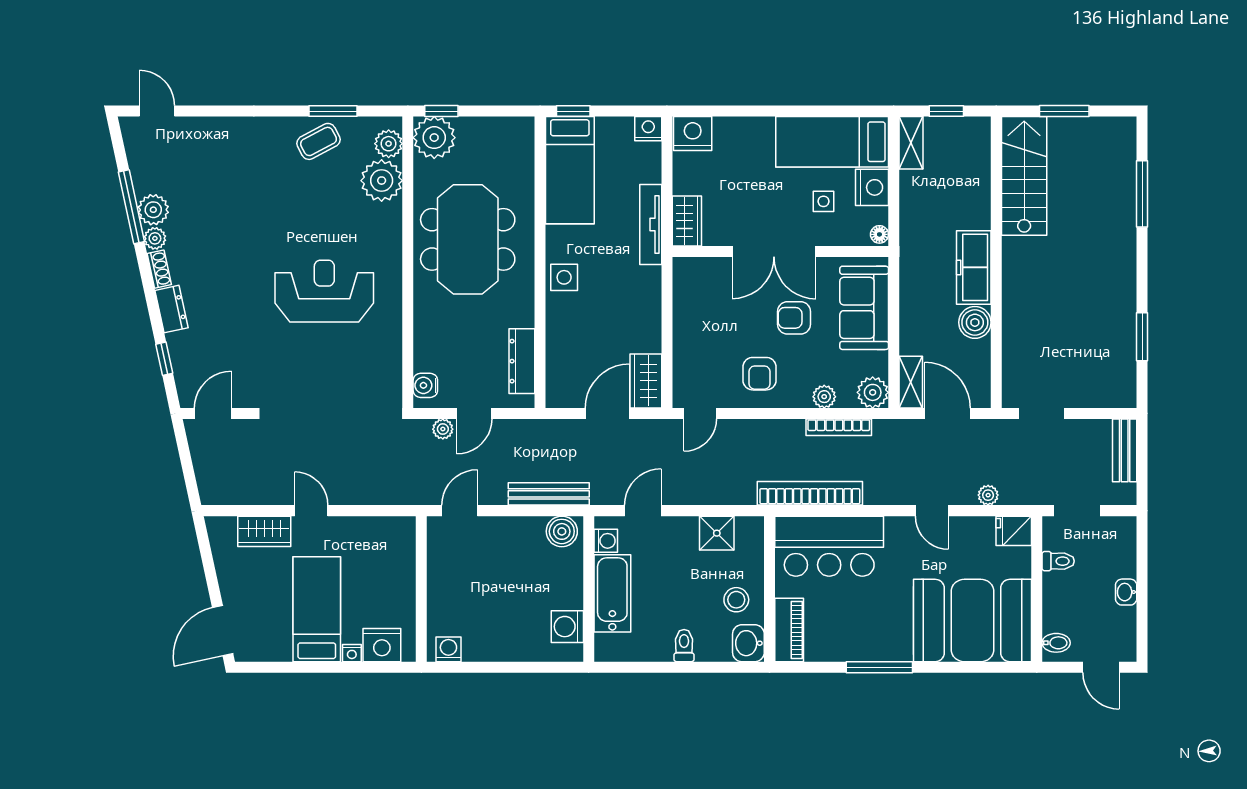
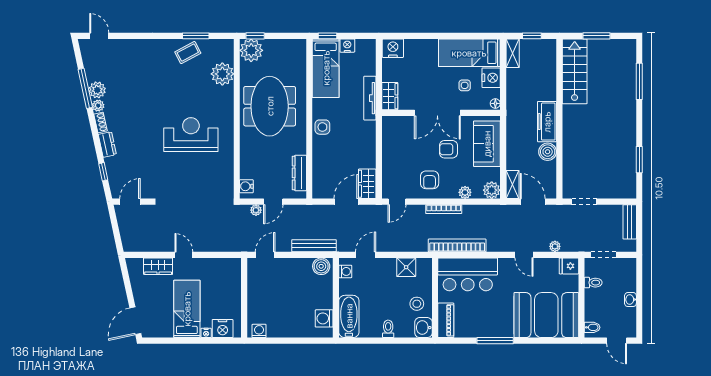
nightstand: (648, 129) -> (347, 46), moved
plant: (389, 144) -> (226, 54), removed
bookcase: (839, 427) -> (444, 209), moved
bathtub: (612, 593) -> (349, 316), moved

